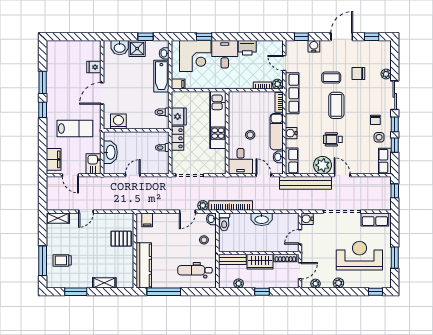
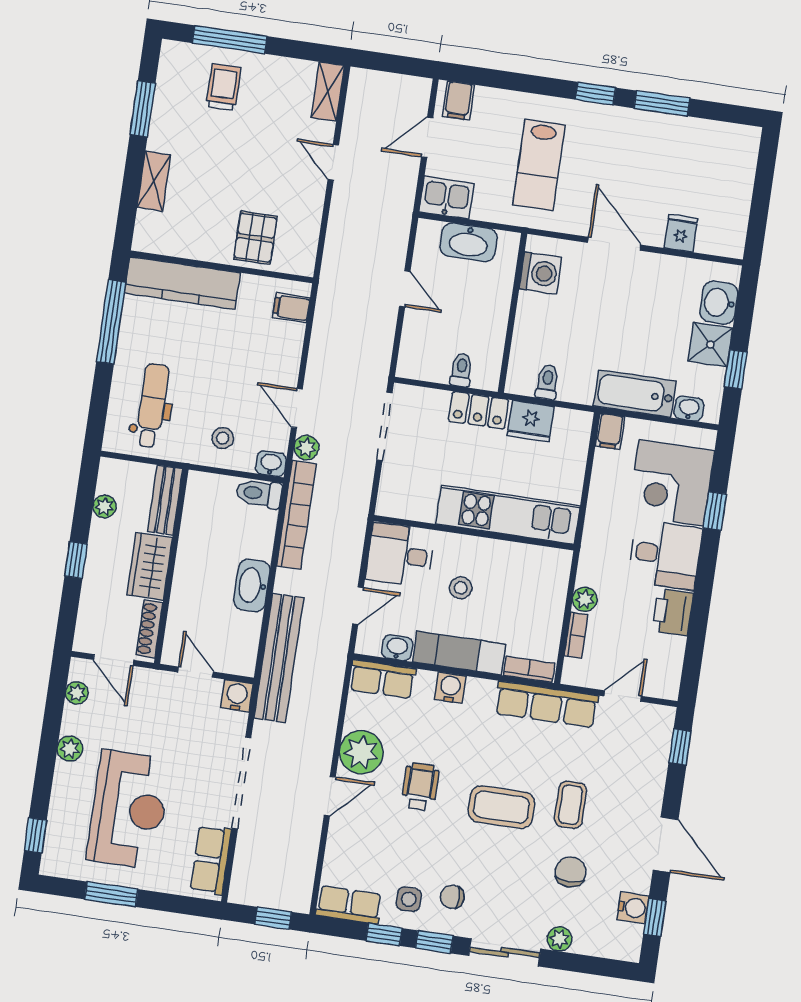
water cooler: (314, 46) -> (633, 908), moved
plant: (277, 84) -> (585, 599), moved
filing cabinet: (54, 159) -> (458, 101), width x0.50
bench: (306, 183) -> (279, 658), moved

